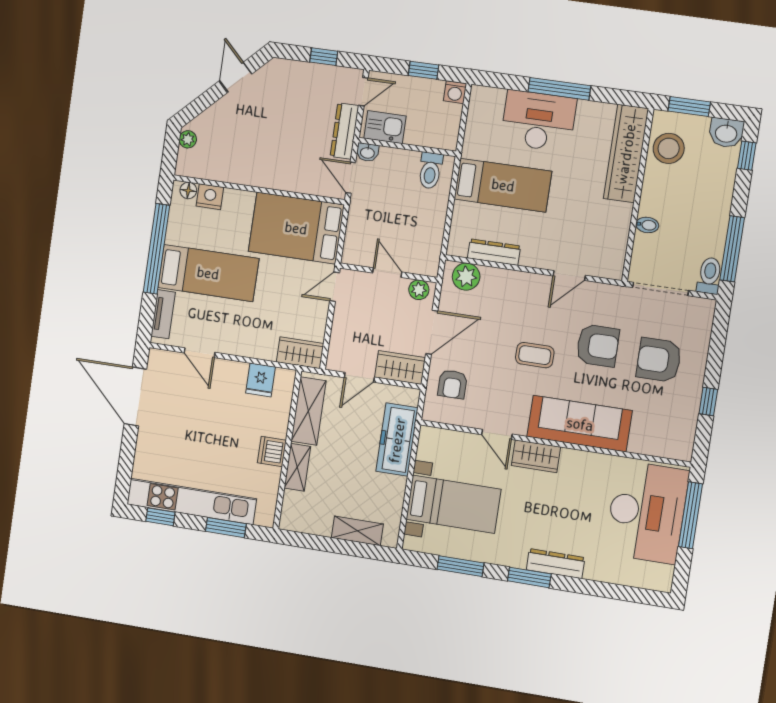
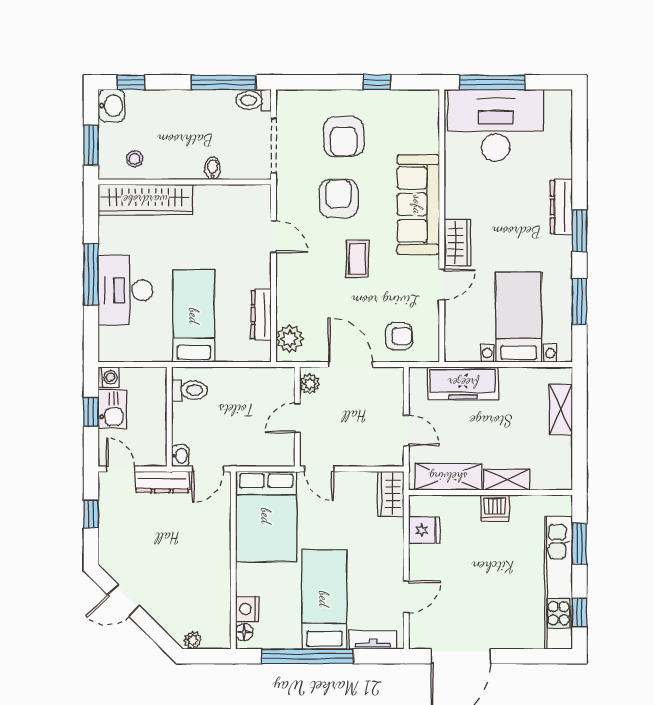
kitchen sink: (385, 127) -> (112, 409), moved, turned 180
stool: (669, 148) -> (135, 159), width x0.53, depth x0.53
wardrobe: (400, 367) -> (390, 391), removed

